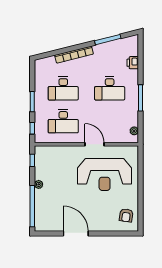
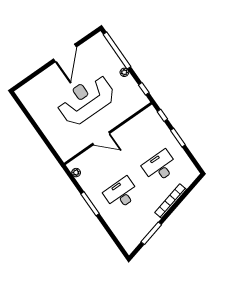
printer: (133, 63) -> (117, 228), removed
desk: (63, 121) -> (141, 139), removed
reception desk: (105, 174) -> (86, 100), moved
armchair: (126, 215) -> (33, 98), removed
door: (76, 233) -> (65, 53), hinge flipped

